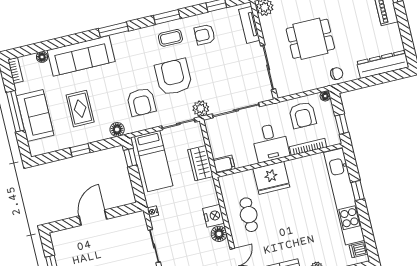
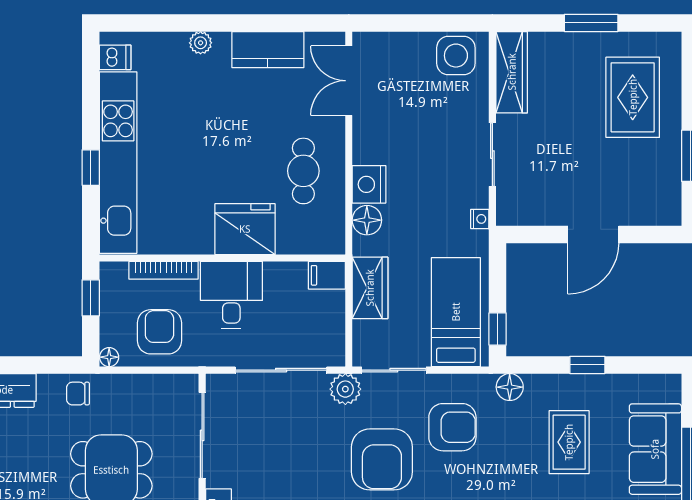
armchair: (141, 102) -> (452, 427), turned 90
floor lamp: (219, 234) -> (367, 220), moved

